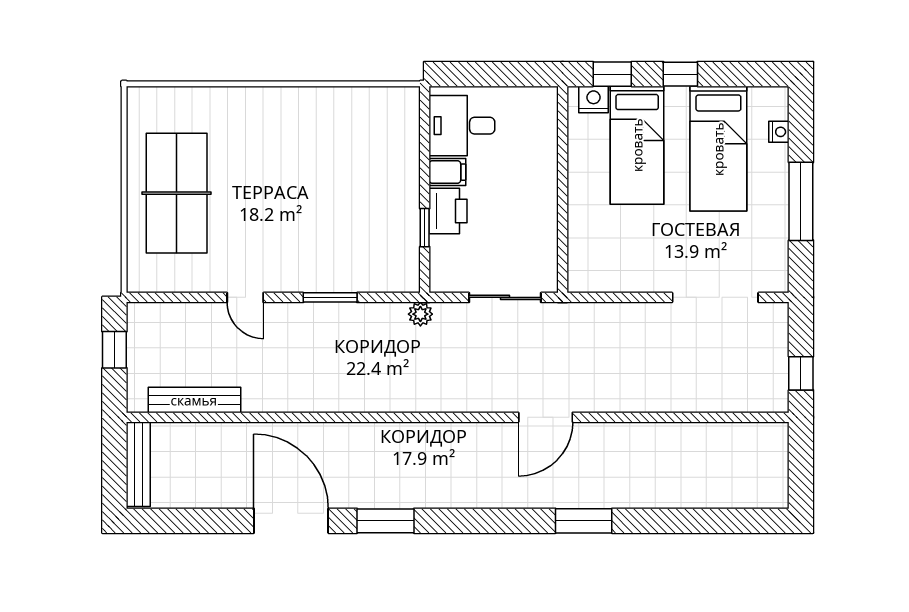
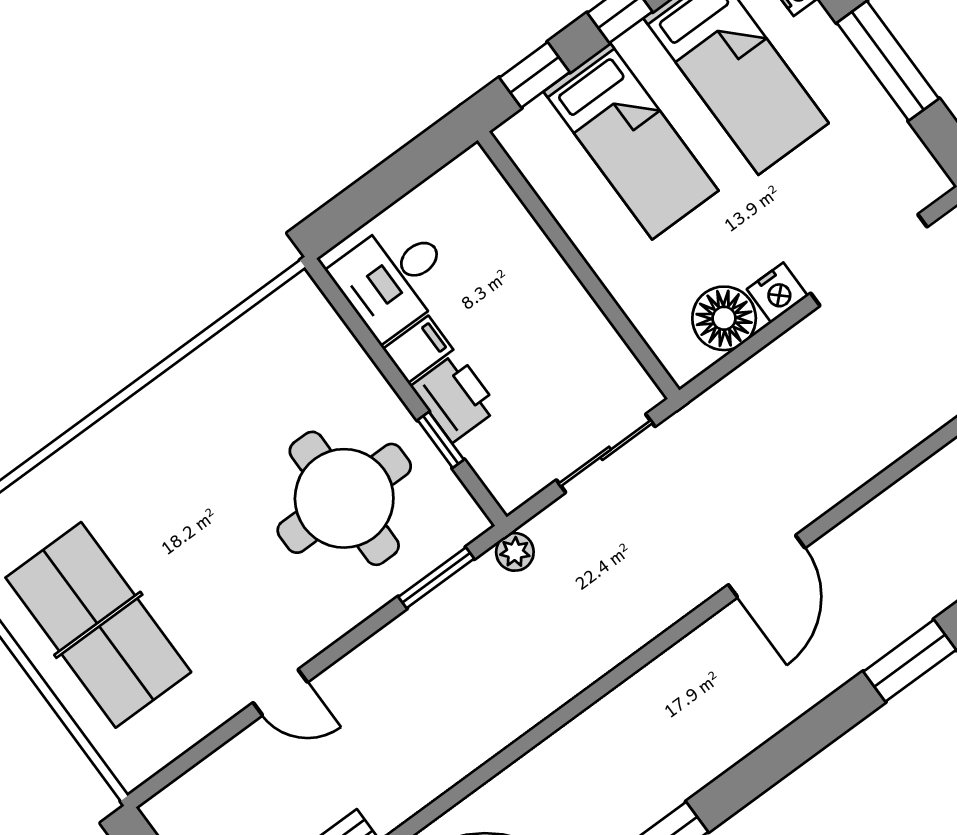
nightstand: (594, 99) -> (777, 293), moved, turned 180
round table: (352, 221) -> (344, 498), added
floor lamp: (618, 272) -> (724, 318), added
window: (330, 297) -> (436, 578), moved

